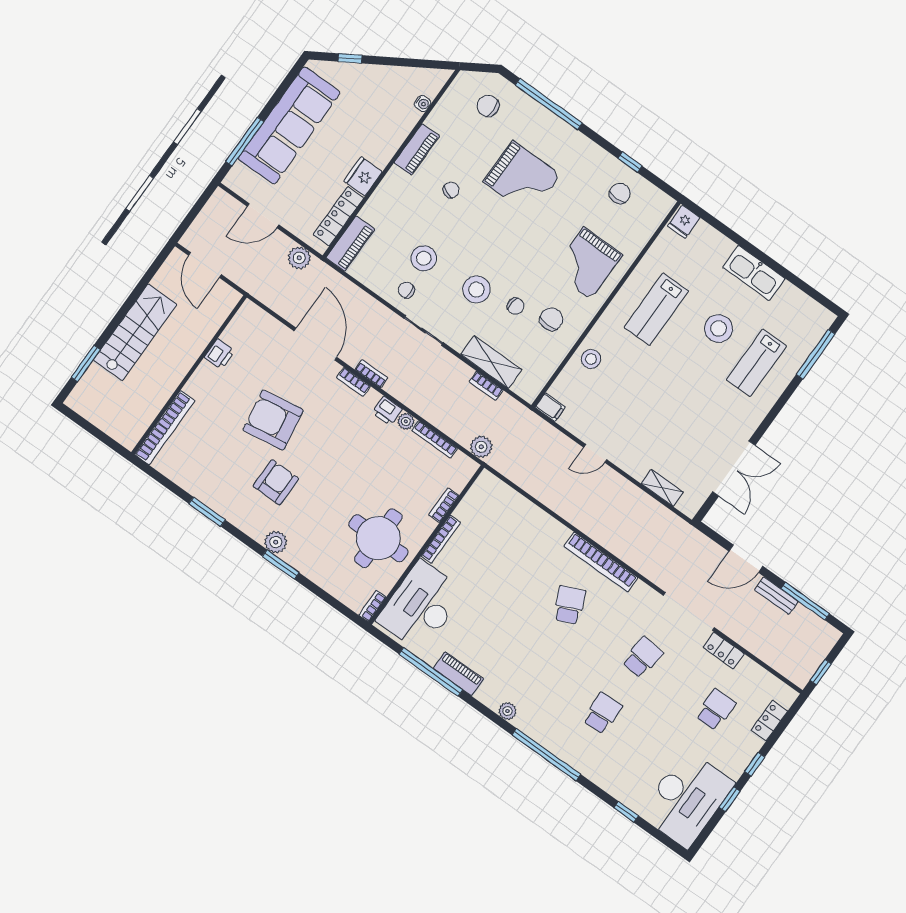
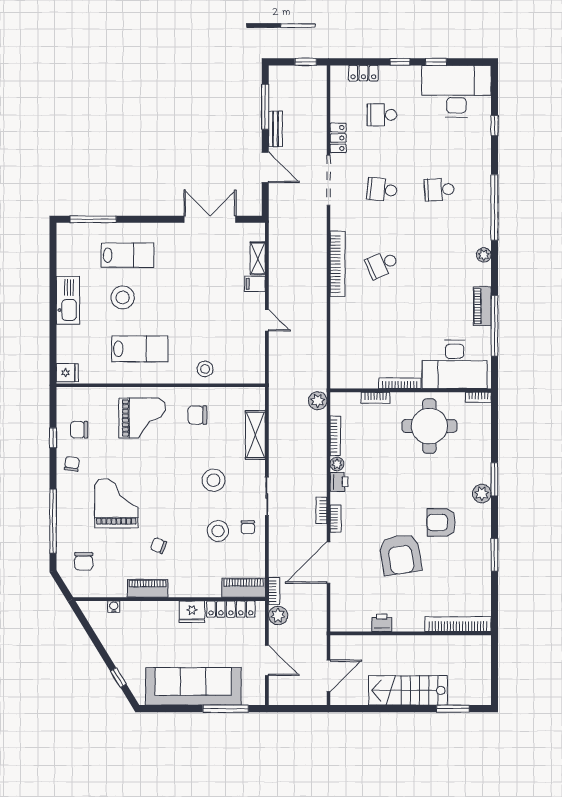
chair: (516, 306) -> (72, 464), moved
bookcase: (486, 386) -> (274, 591), moved
filing cabinet: (550, 407) -> (255, 284), moved, turned -90

